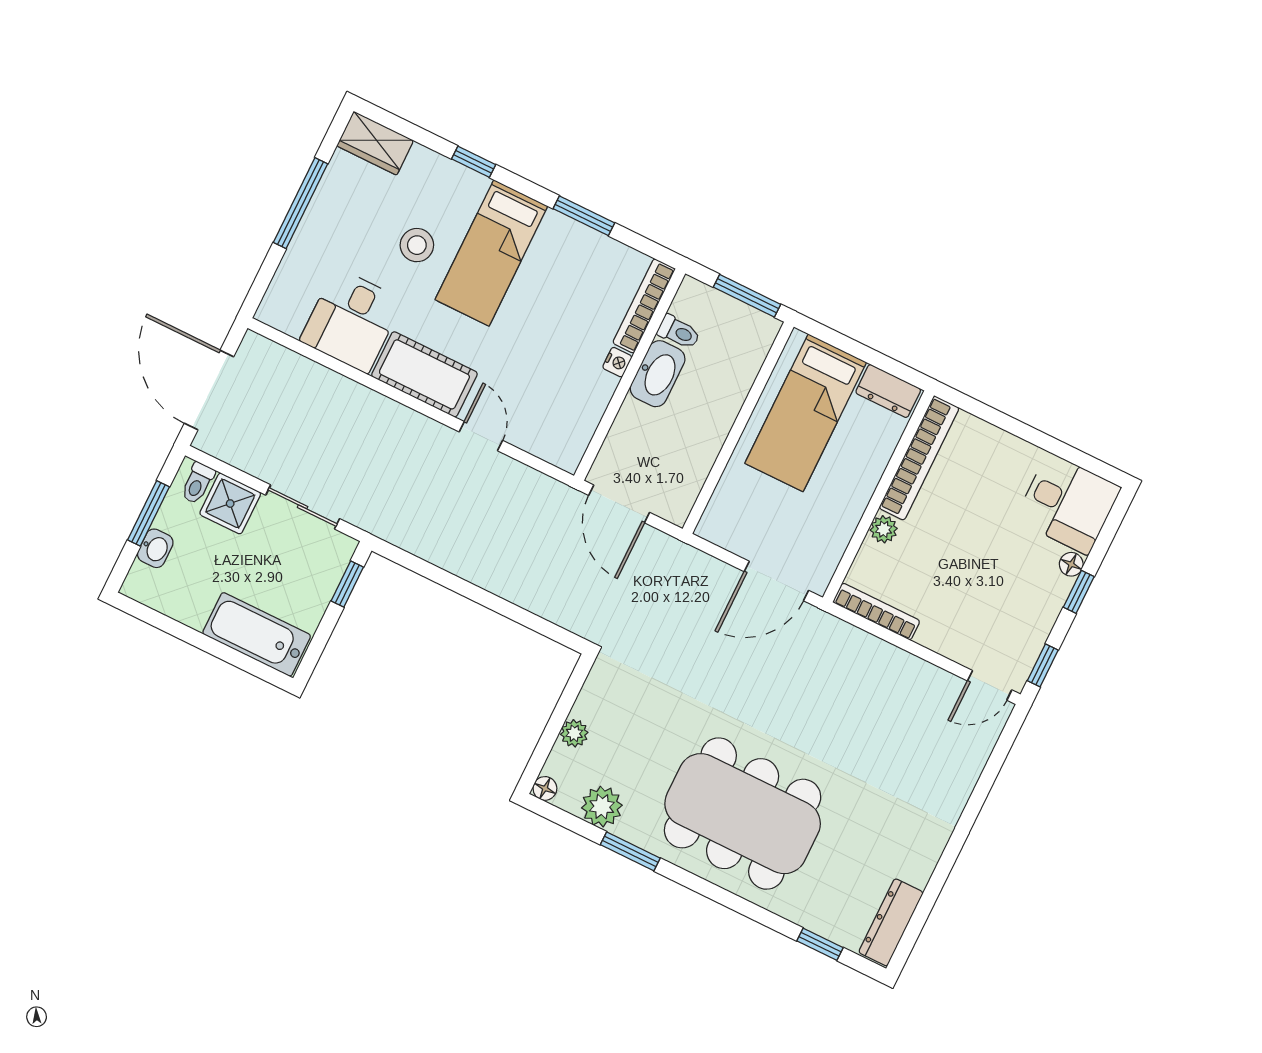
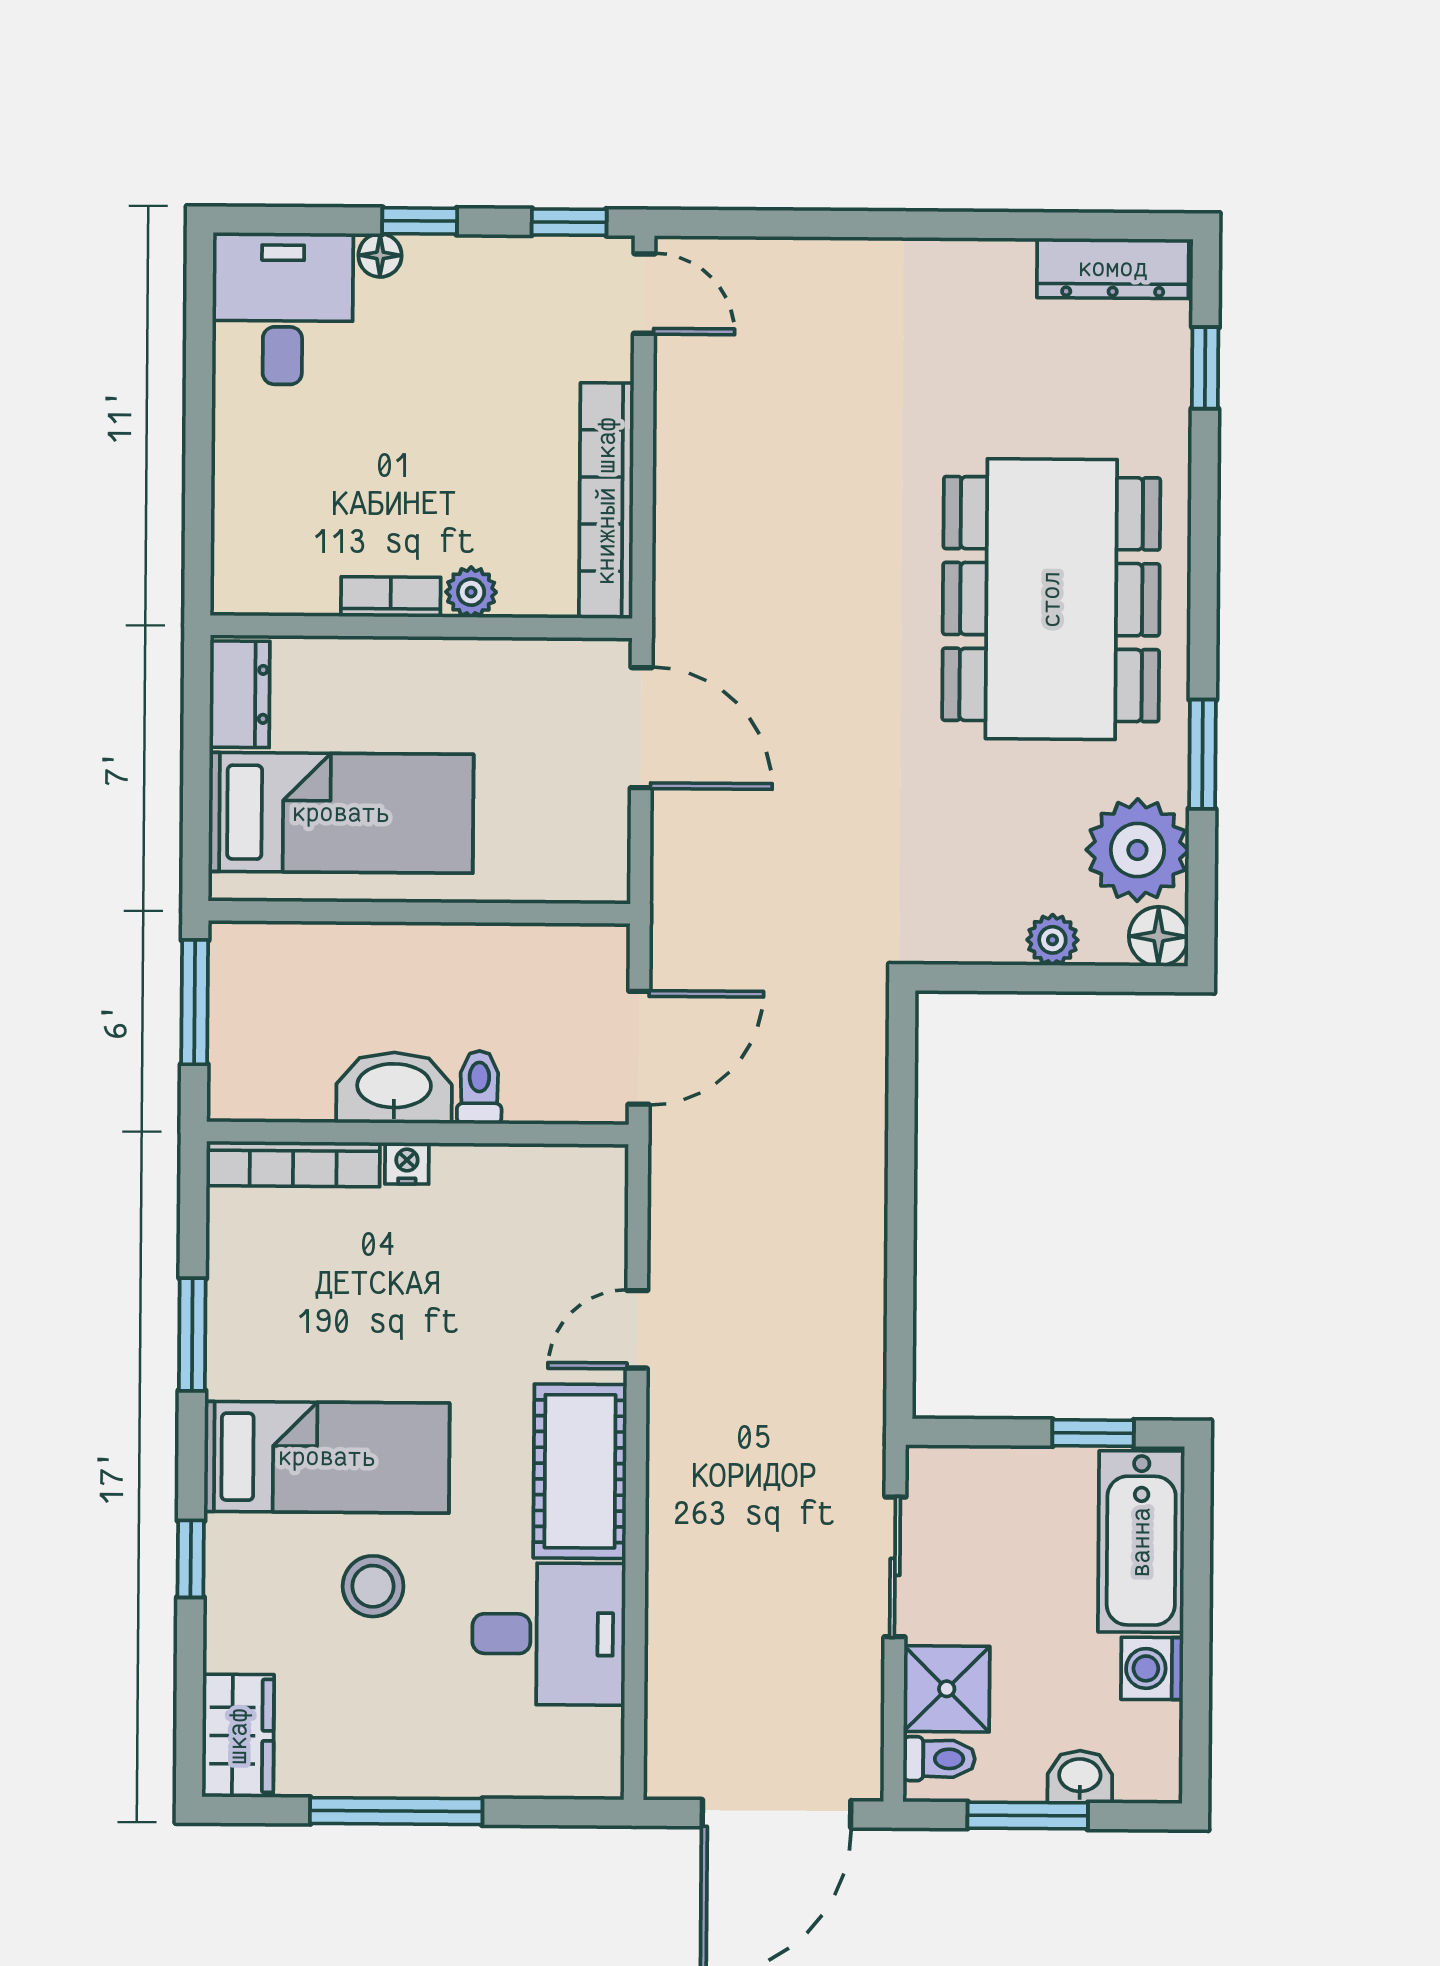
toilet: (679, 332) -> (479, 1087), moved
bookcase: (919, 458) -> (391, 597), width x0.43, depth x0.76
window: (347, 584) -> (1093, 1433), moved
washing machine: (192, 610) -> (1152, 1668), added
bookcase: (876, 612) -> (606, 501), width x1.48, depth x1.31
floor lamp: (545, 788) -> (1159, 936), width x1.37, depth x1.37
plant: (602, 807) -> (1137, 850), width x1.36, depth x1.36

